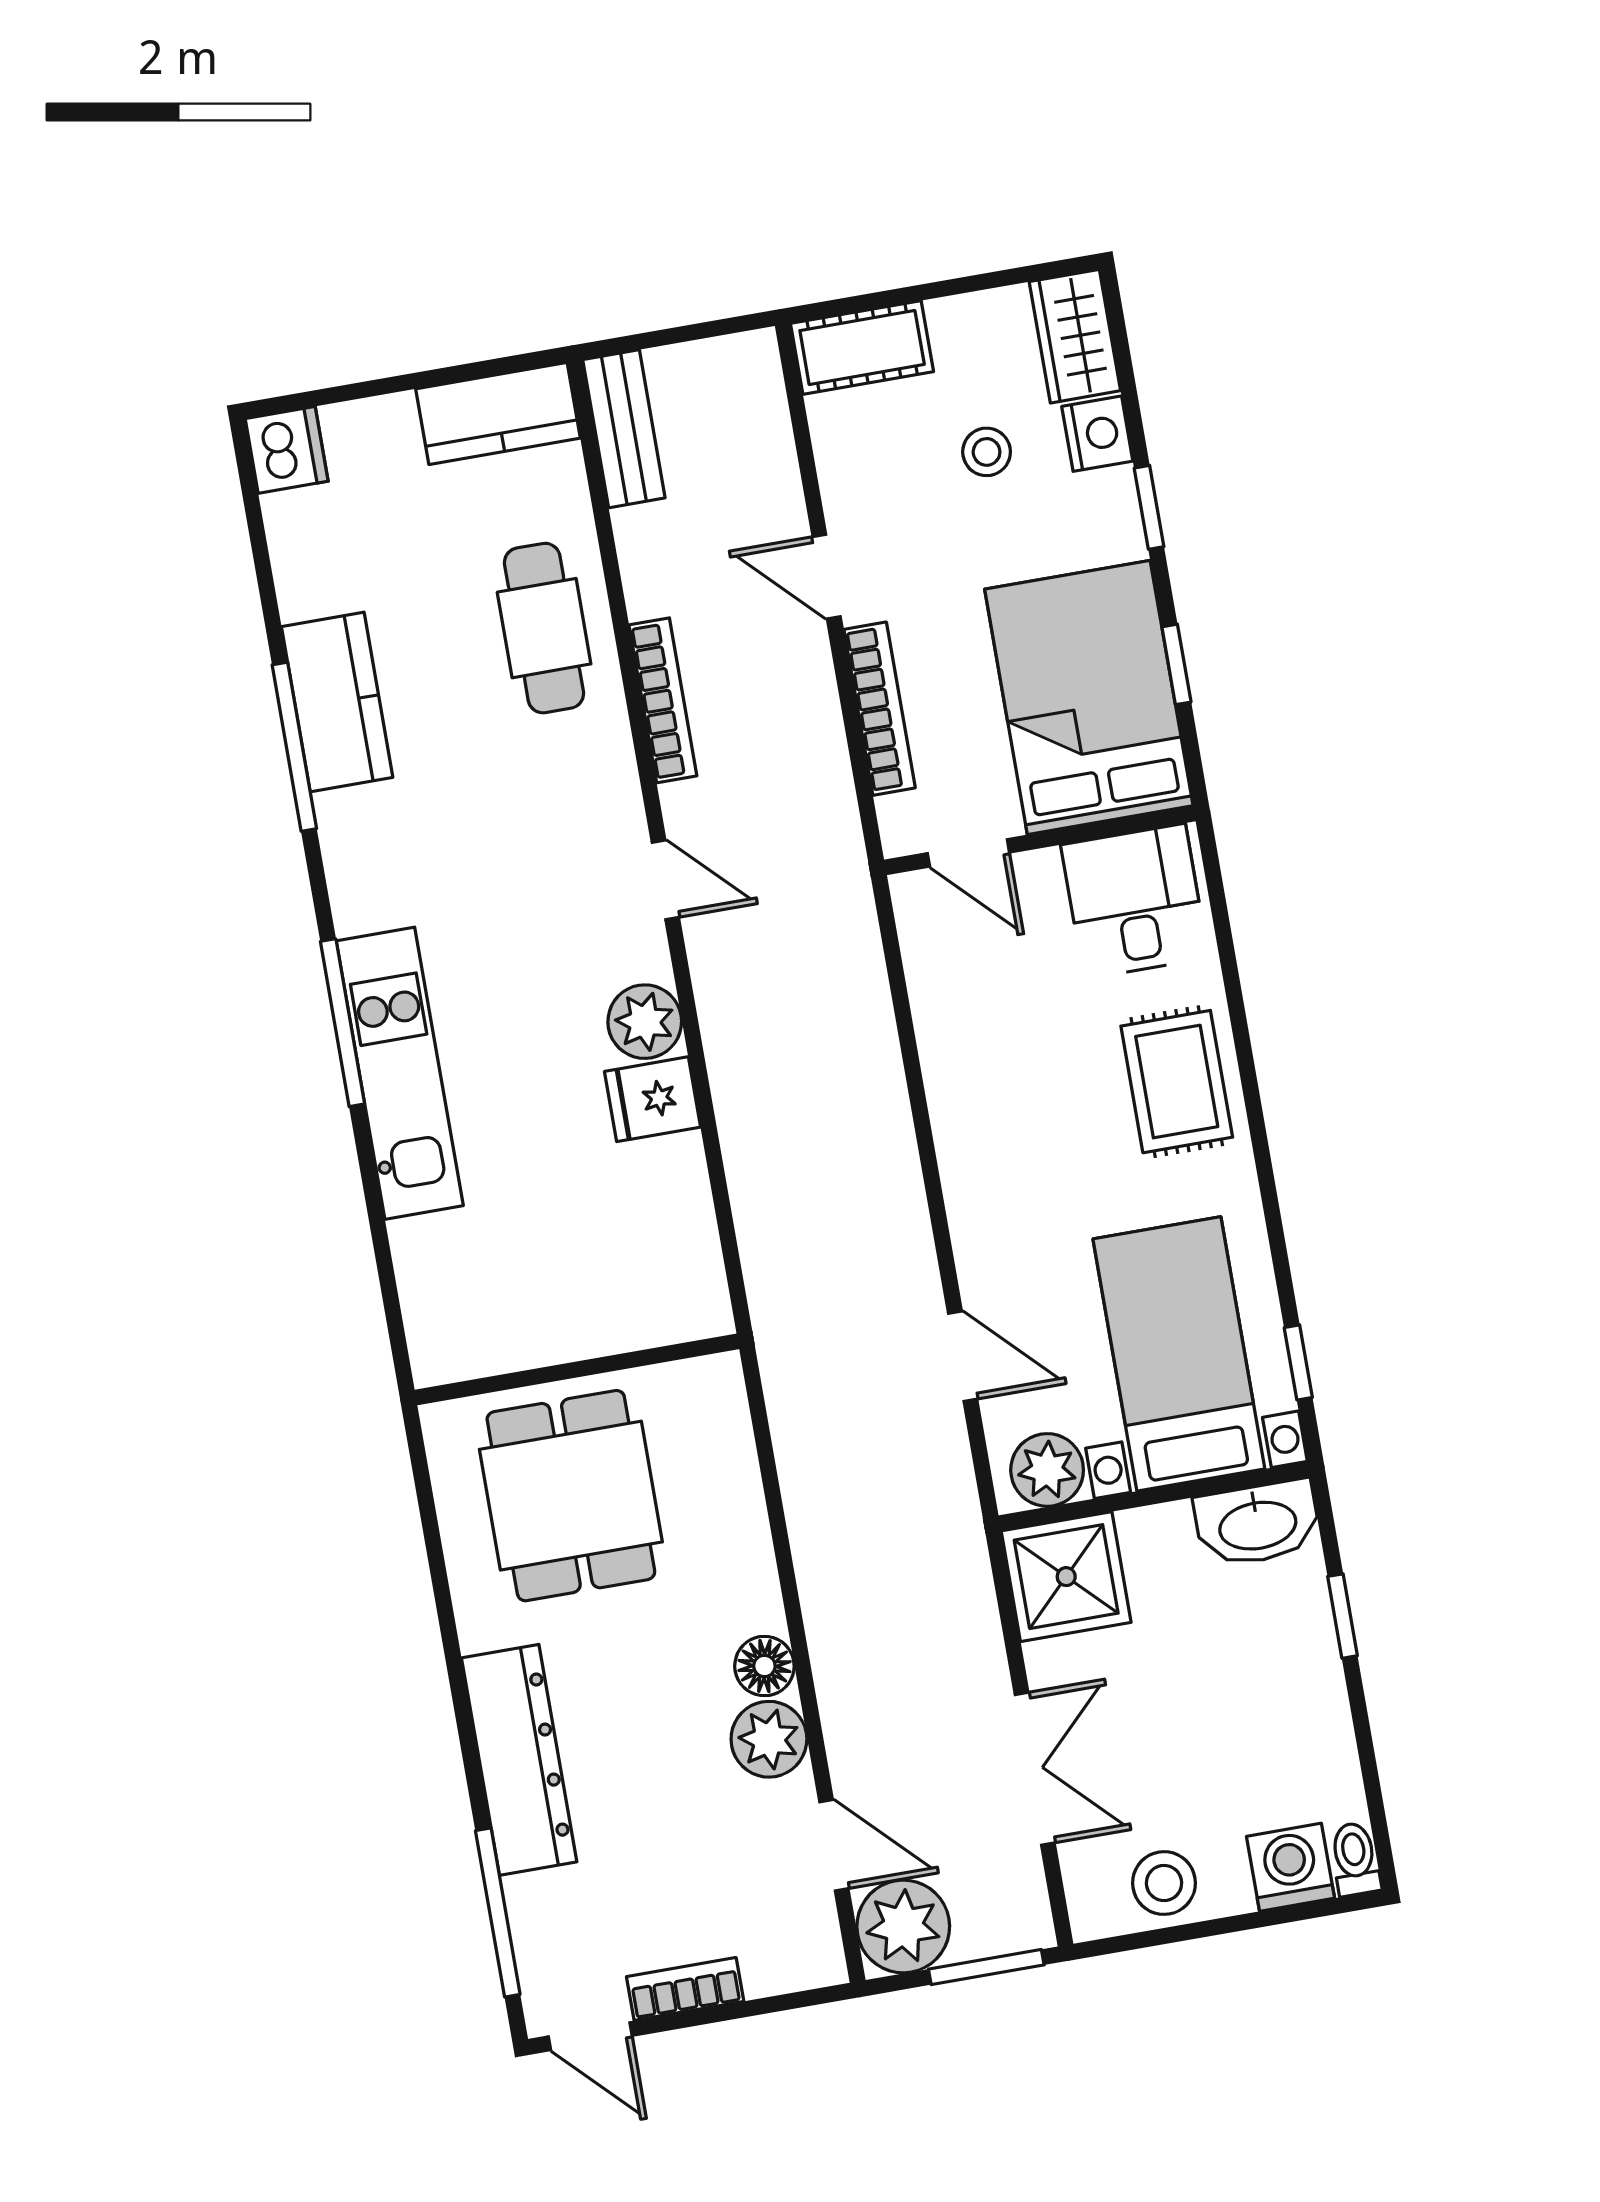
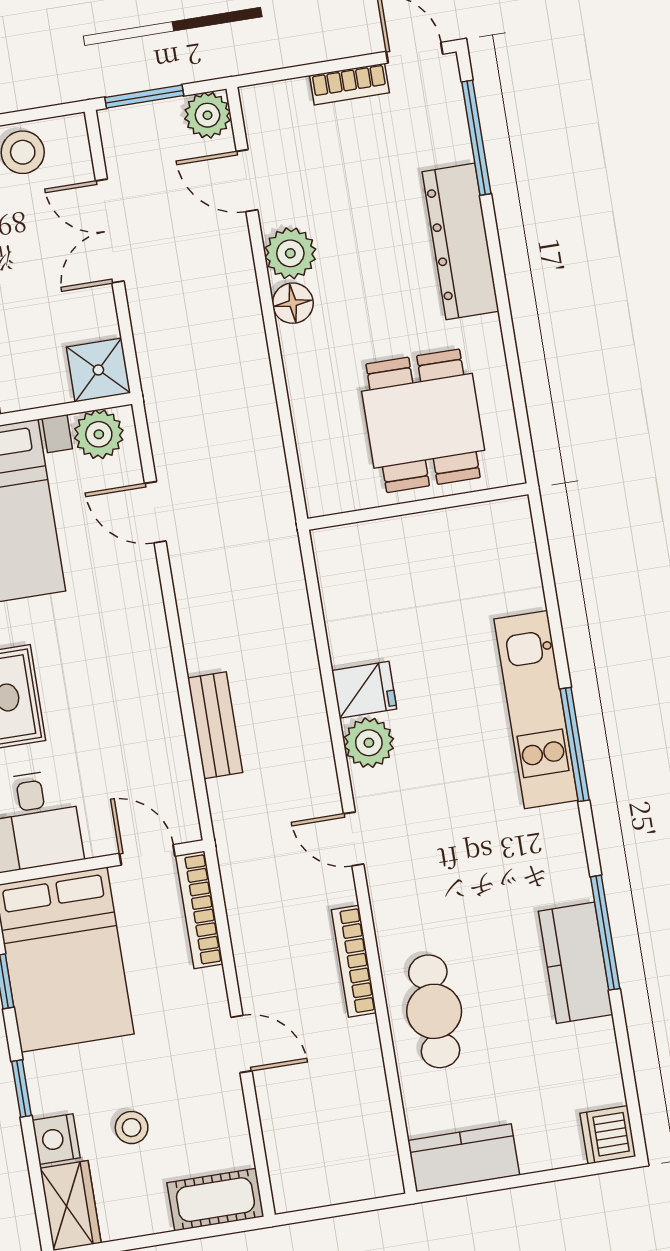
bench: (624, 429) -> (215, 725), moved
bookcase: (880, 709) -> (199, 910), moved
shower: (1066, 1577) -> (98, 370), width x0.73, depth x0.73
plant: (903, 1926) -> (207, 115), width x0.73, depth x0.73

